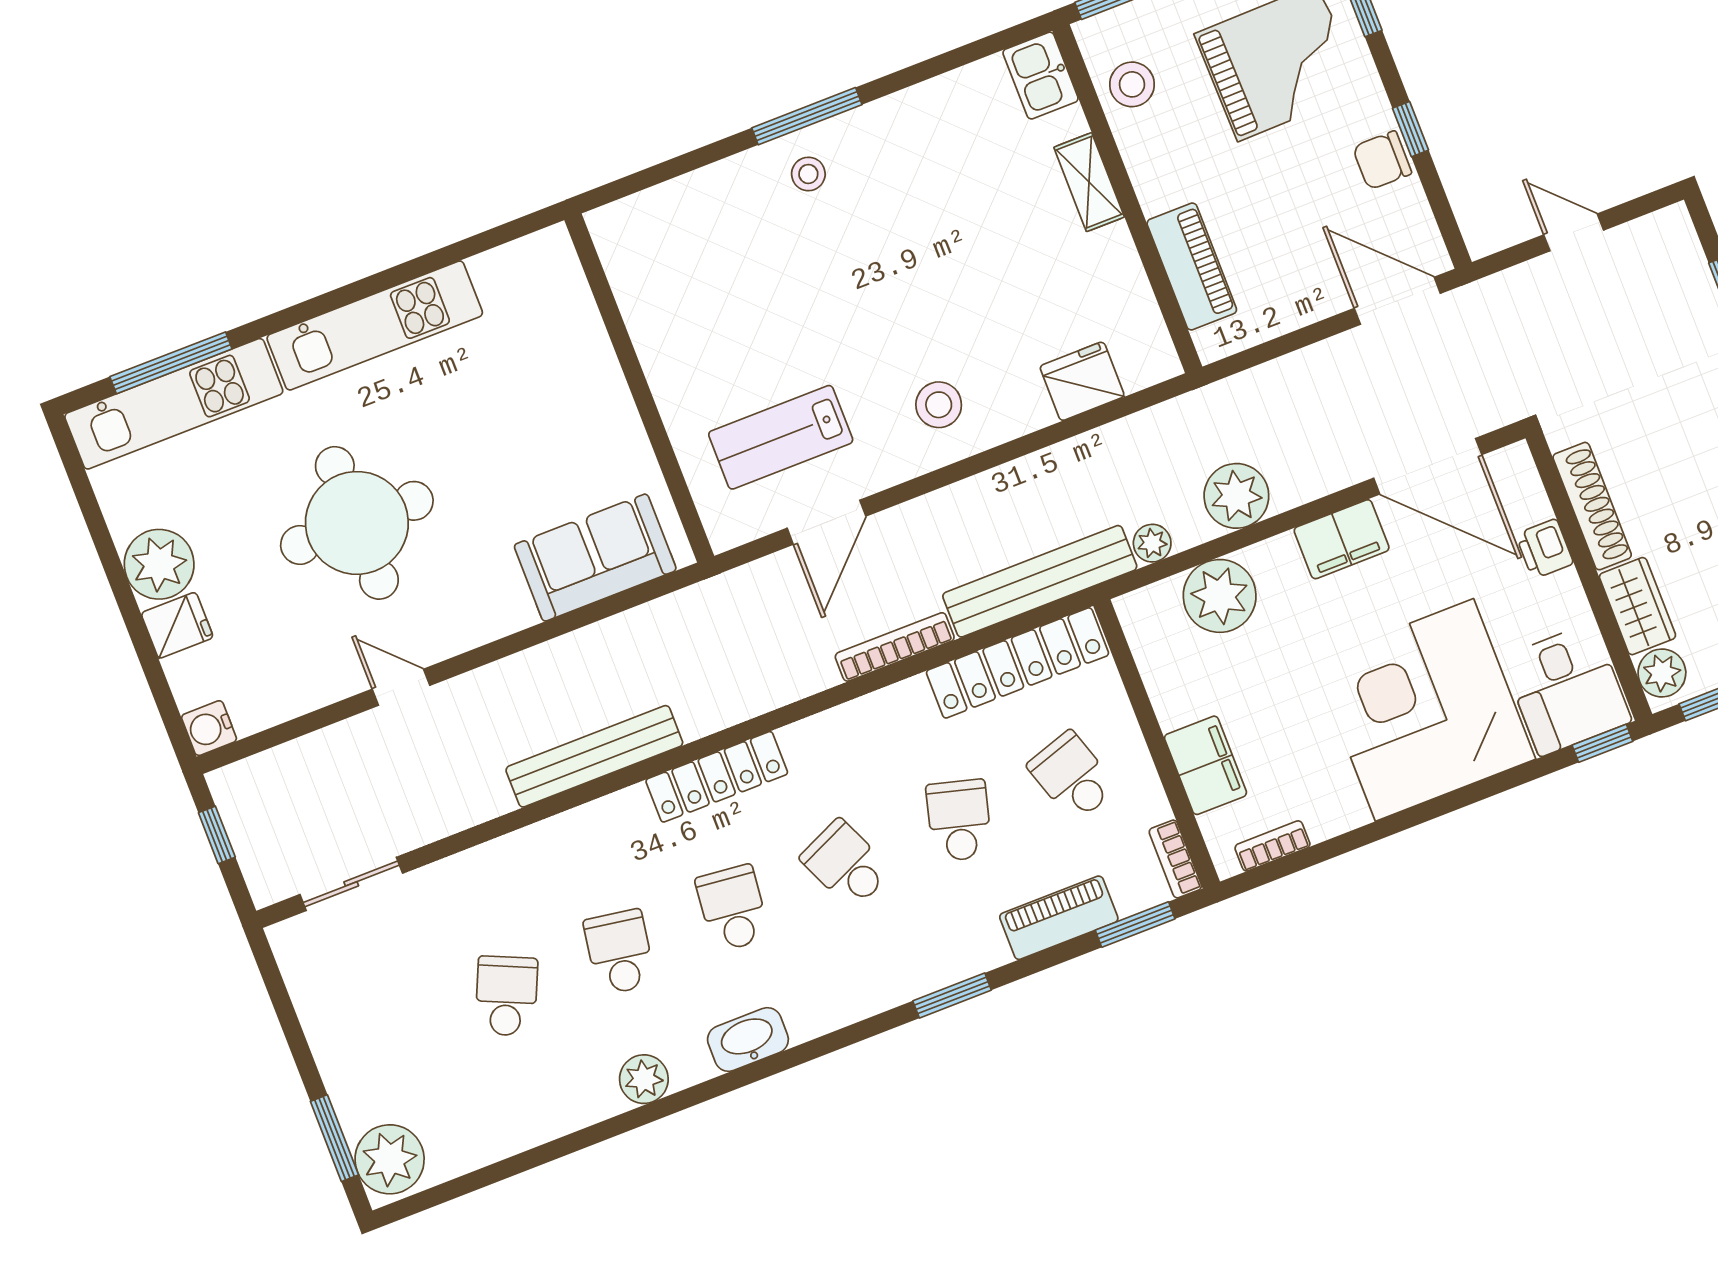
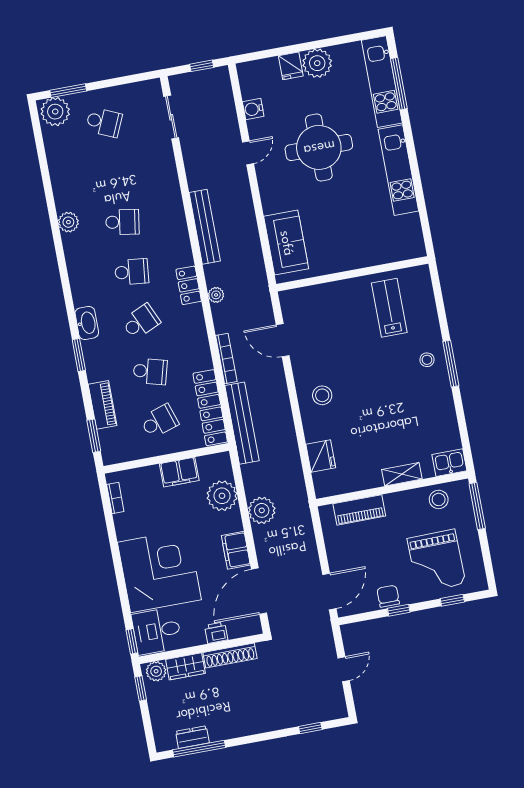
lab bench: (781, 437) -> (389, 308), moved
plant: (1152, 543) -> (216, 295), moved
water cooler: (209, 728) -> (253, 109), moved, turned -90
filing cabinet: (1205, 765) -> (179, 472), moved
locker: (717, 777) -> (189, 285), width x0.66
bookcase: (1175, 859) -> (118, 457), removed
school desk: (506, 996) -> (104, 122), moved
washbasin: (748, 1040) -> (87, 323), moved

